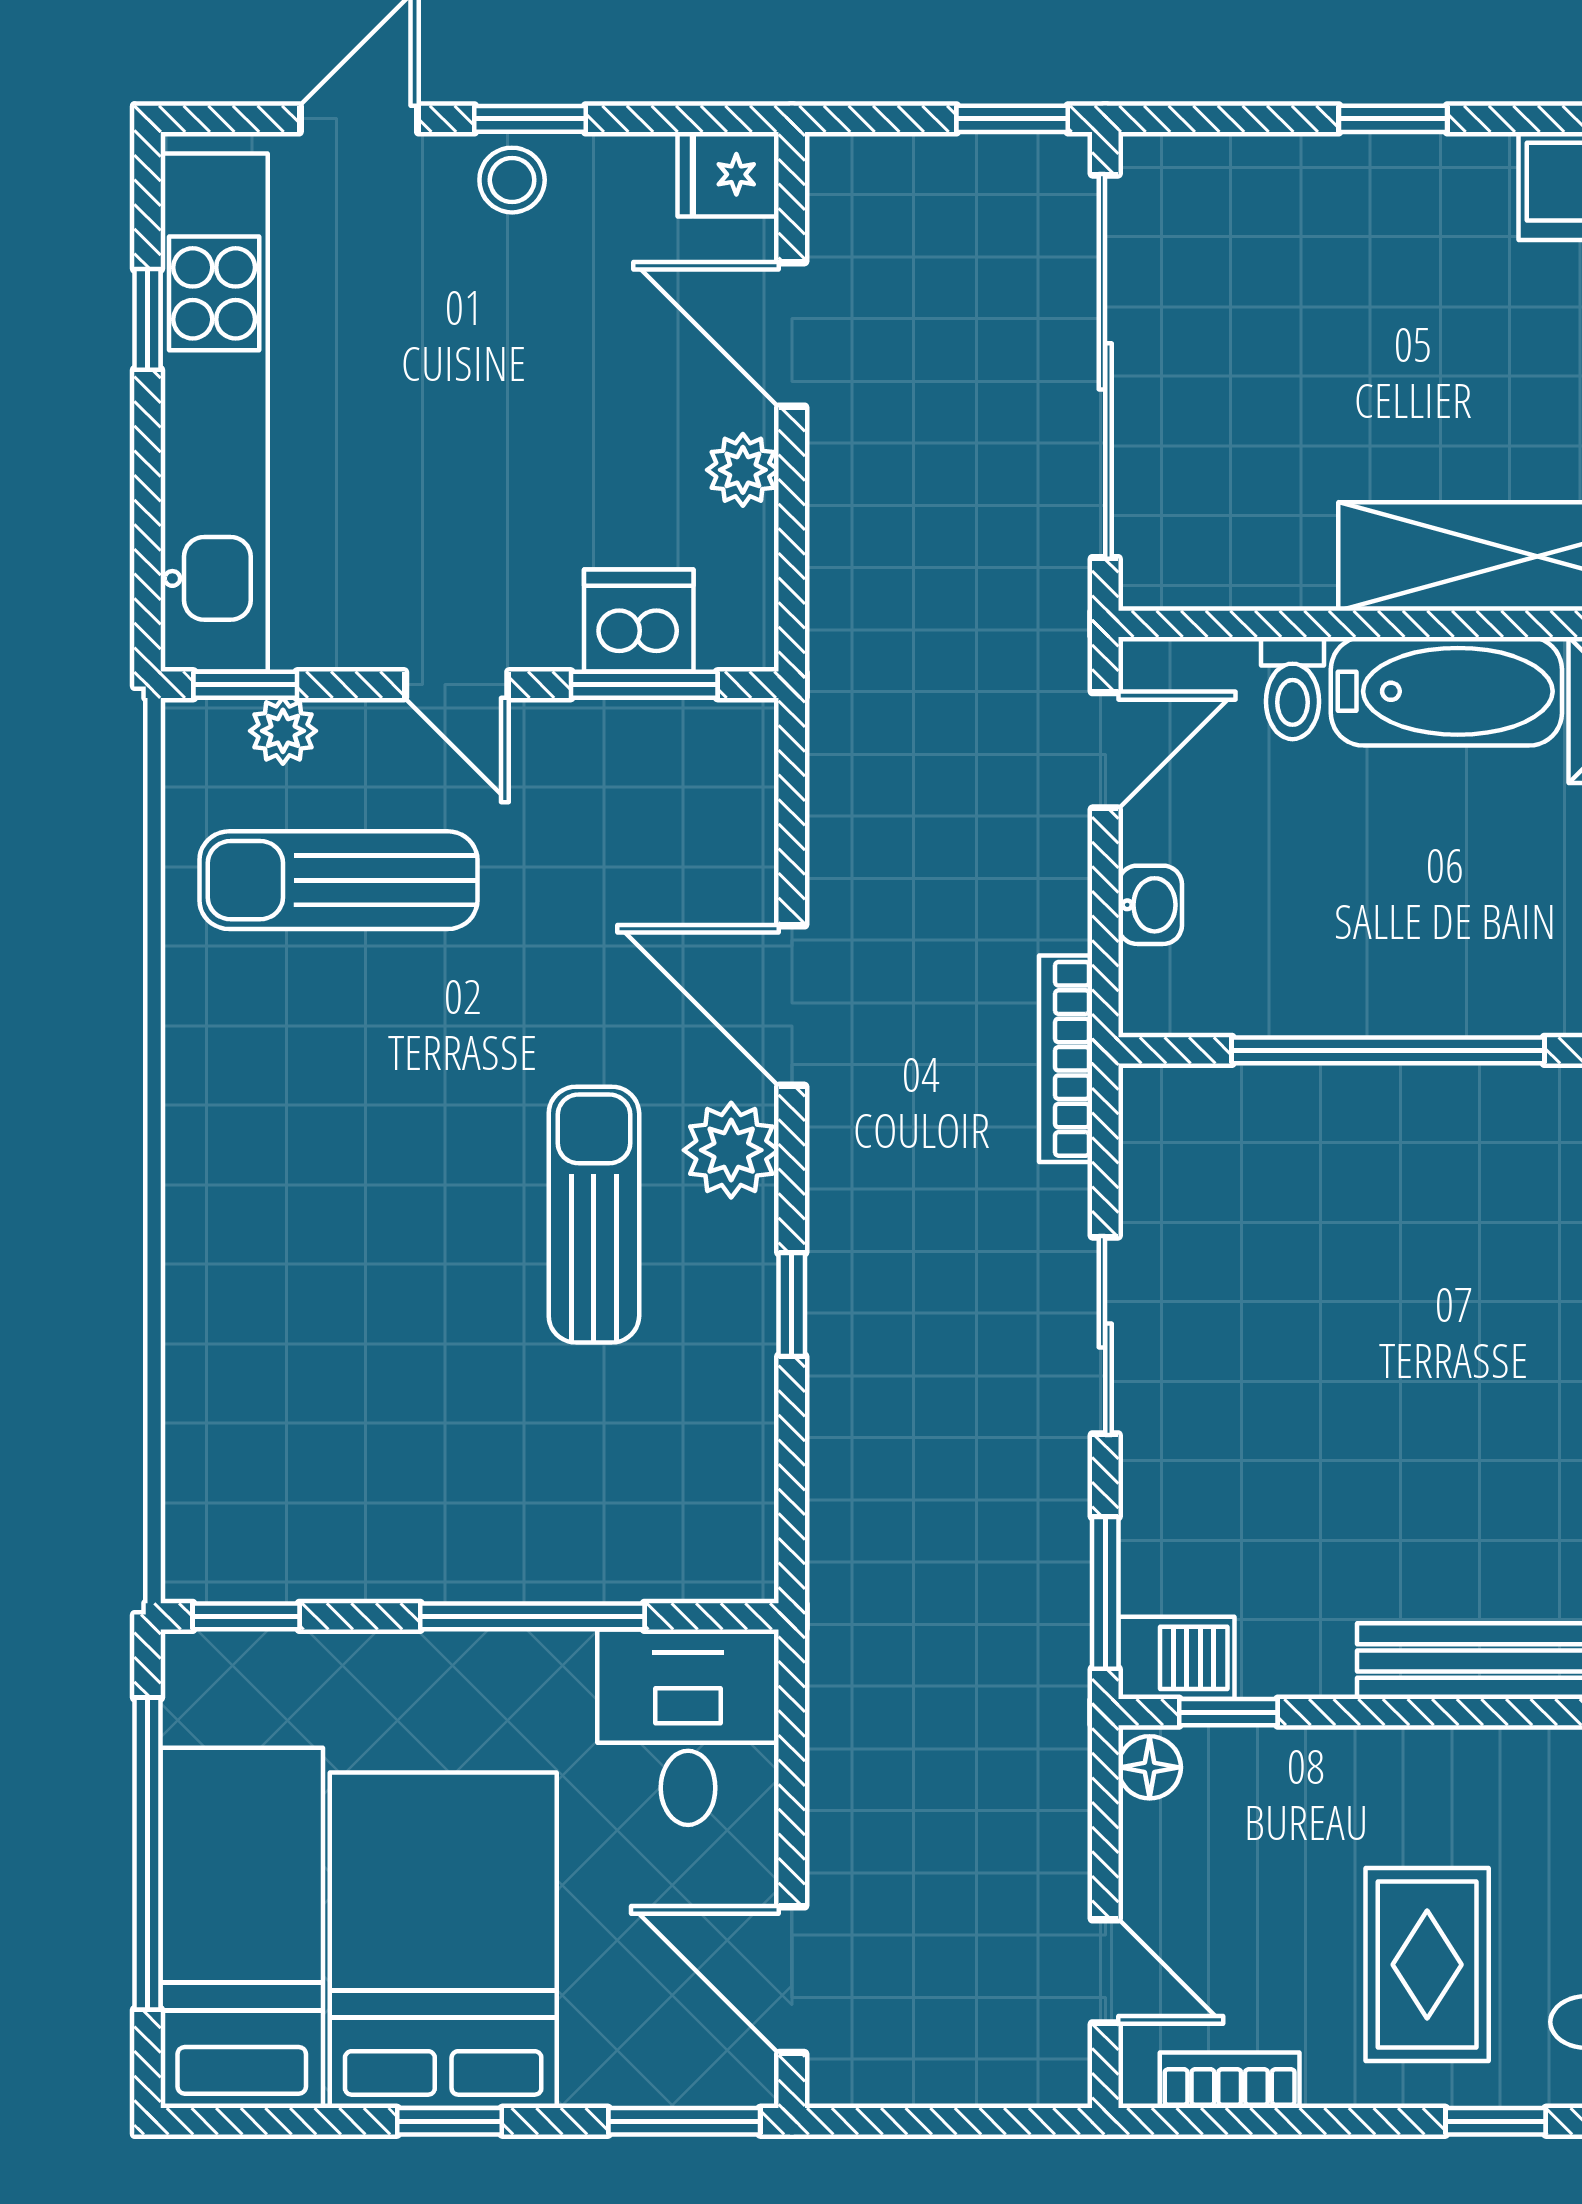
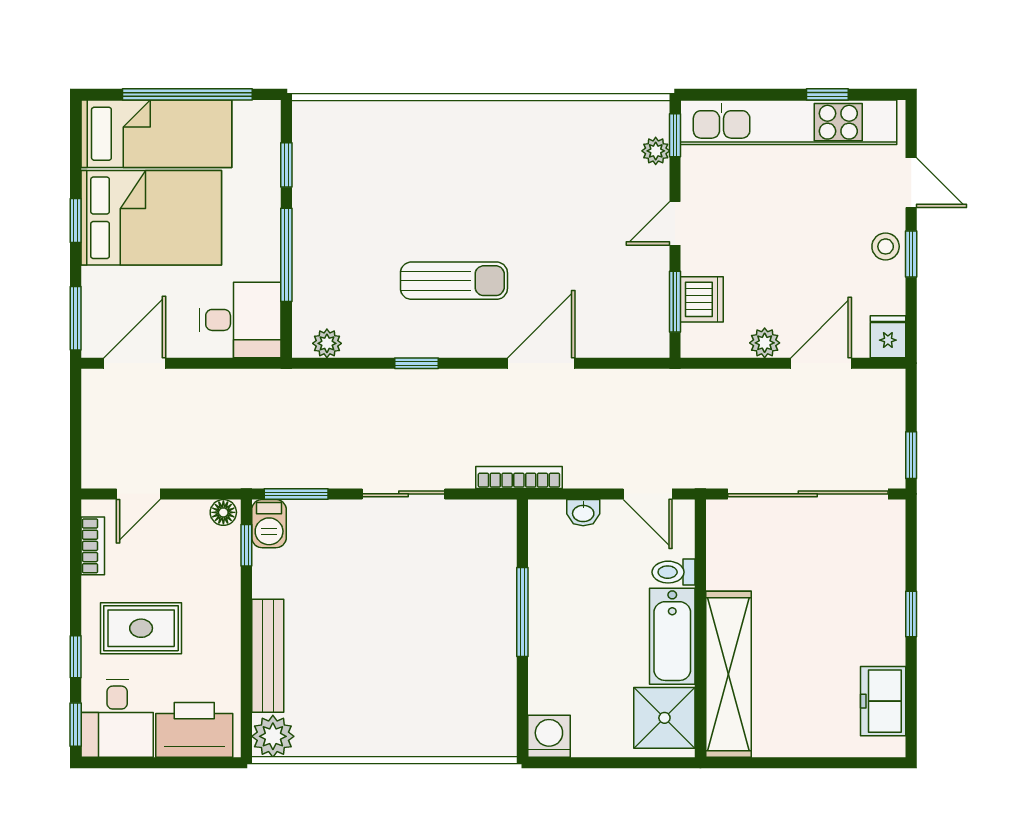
sun lounger: (338, 880) -> (593, 174), removed
window: (1388, 1050) -> (522, 612), width x0.68
plant: (731, 1150) -> (327, 343), moved, width x0.73, depth x0.73
window: (246, 1616) -> (286, 165), moved

